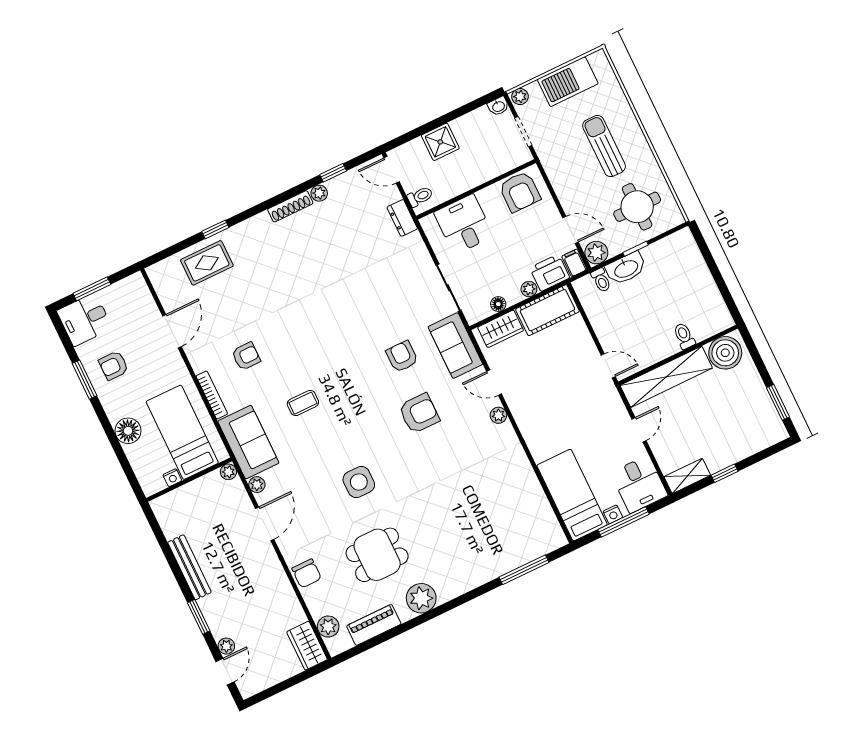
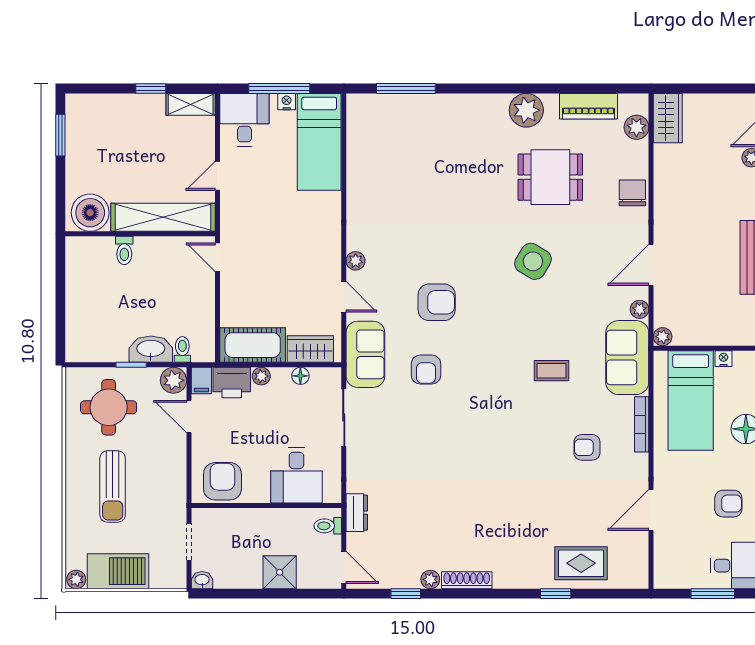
plant: (520, 97) -> (76, 579), moved
armchair: (419, 413) -> (437, 302), turned 180
side table: (359, 482) -> (533, 261), turned 31

